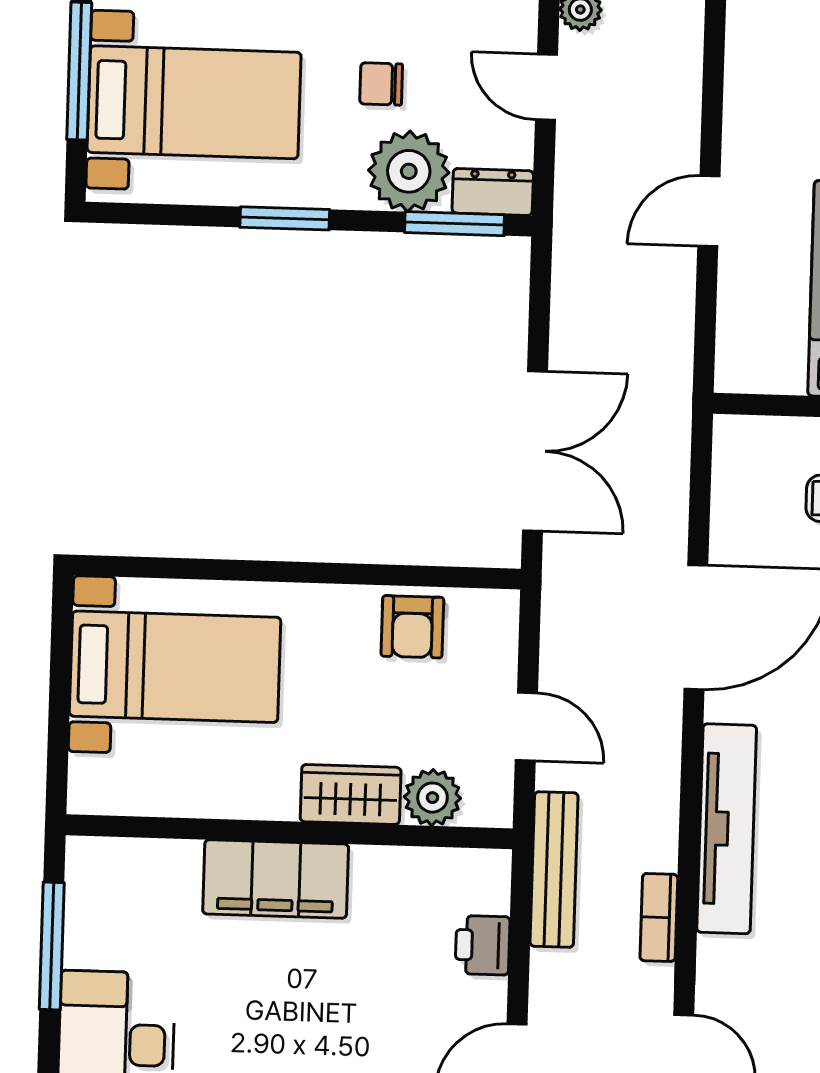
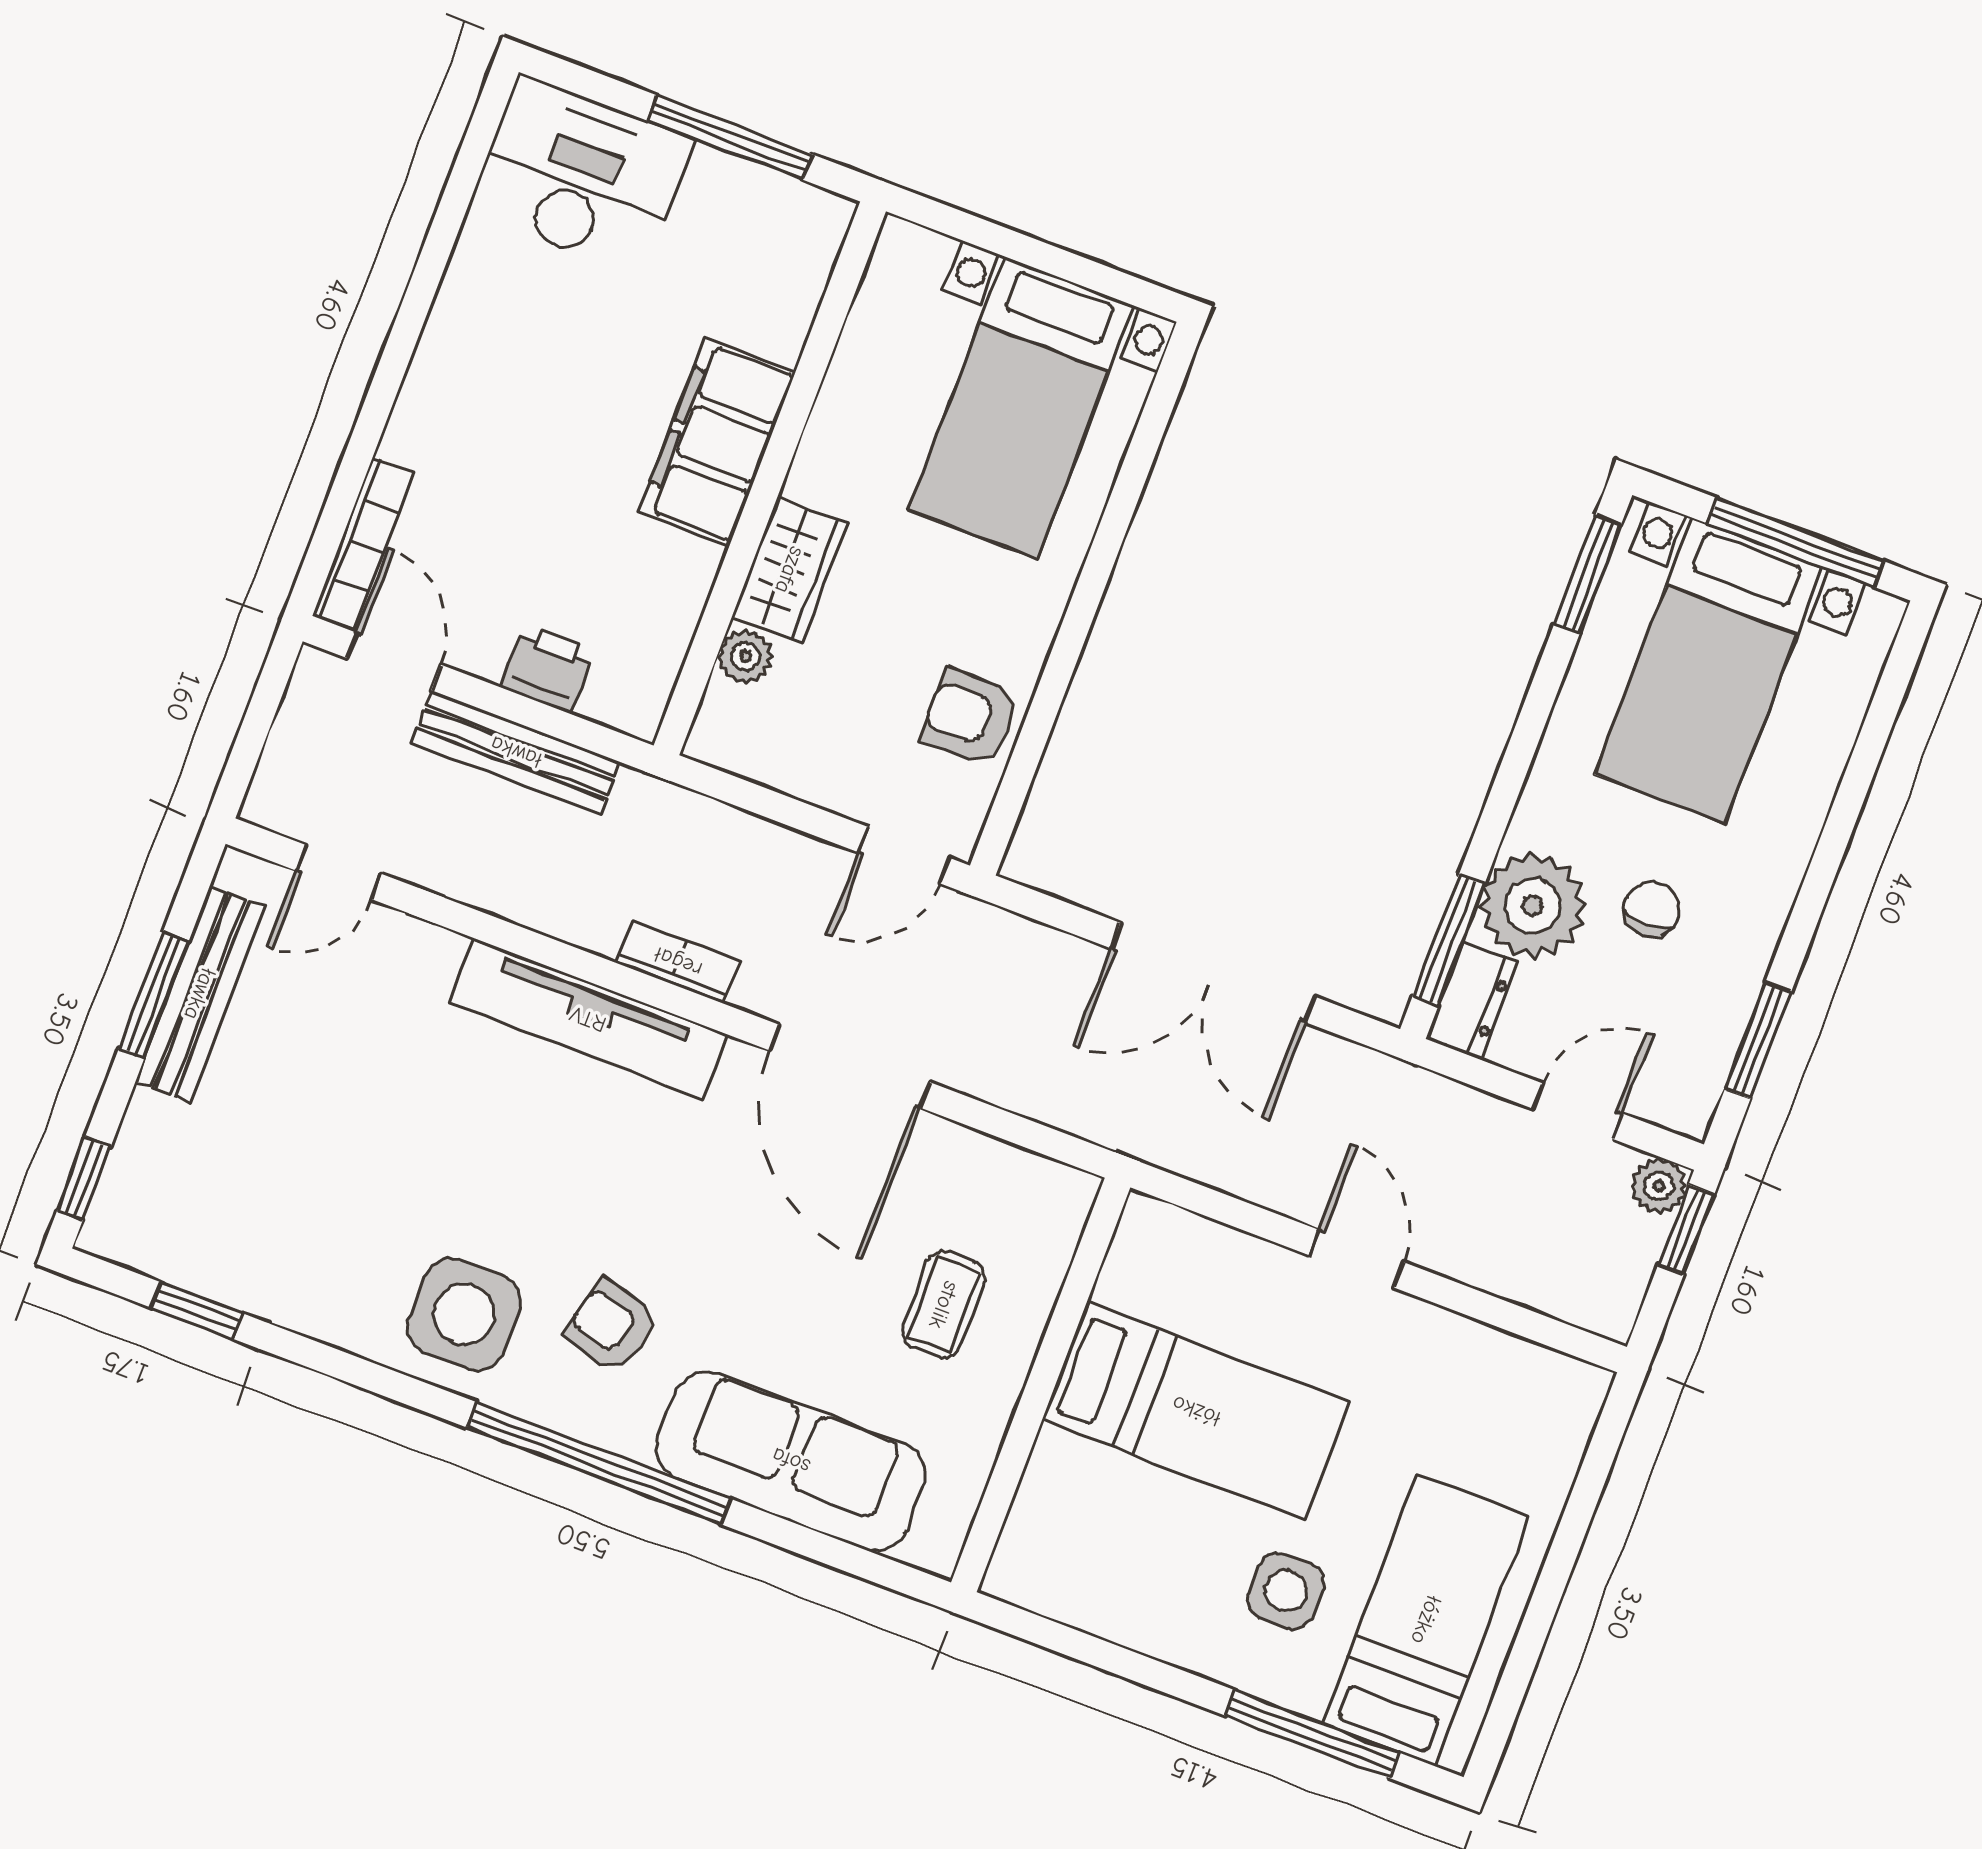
window: (285, 218) -> (1588, 574), moved
double door: (535, 451) -> (1213, 973), moved
door: (526, 727) -> (904, 855), moved
plant: (432, 798) -> (745, 656), width x0.73, depth x0.73
bench: (554, 870) -> (516, 752), moved
bookcase: (659, 917) -> (678, 962), moved

